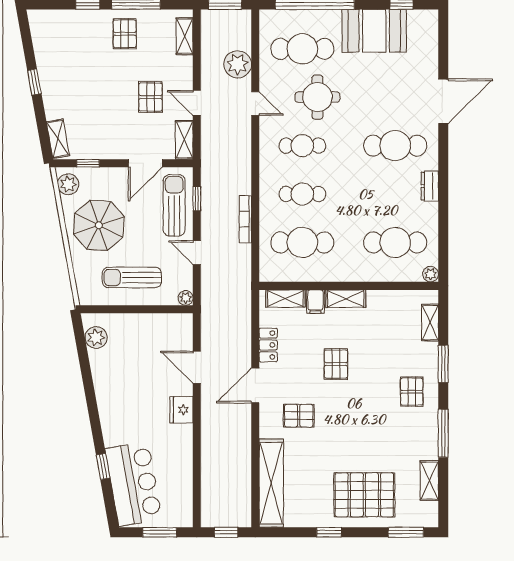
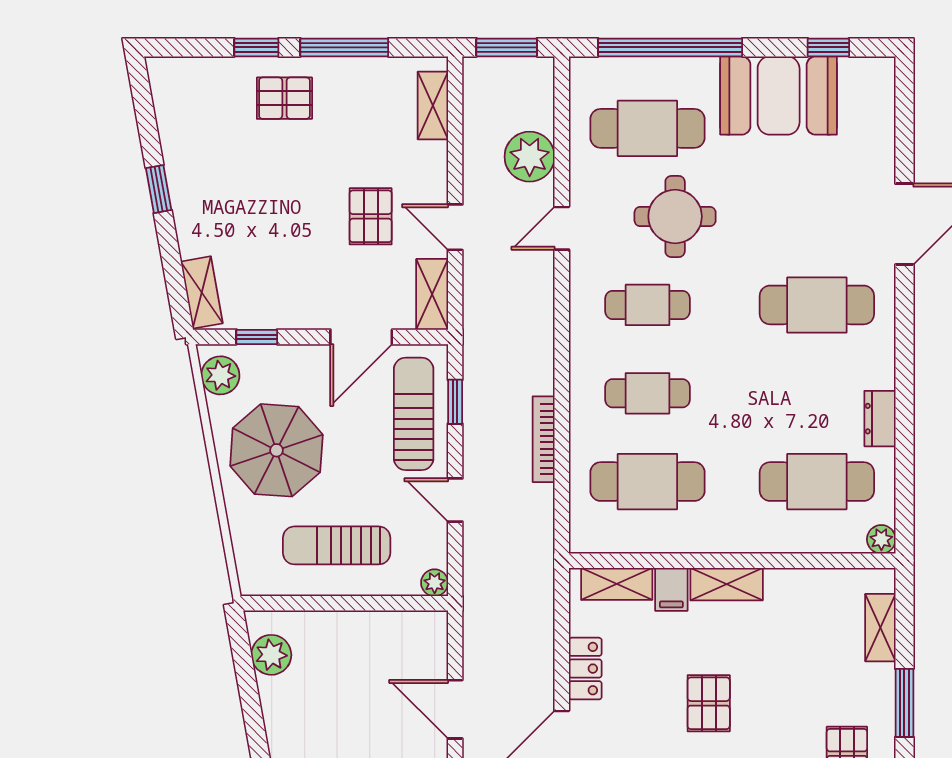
pallet: (125, 34) -> (284, 98), moved, turned 90
door: (255, 104) -> (562, 228), swing flipped
dresser: (430, 186) -> (880, 419), moved

